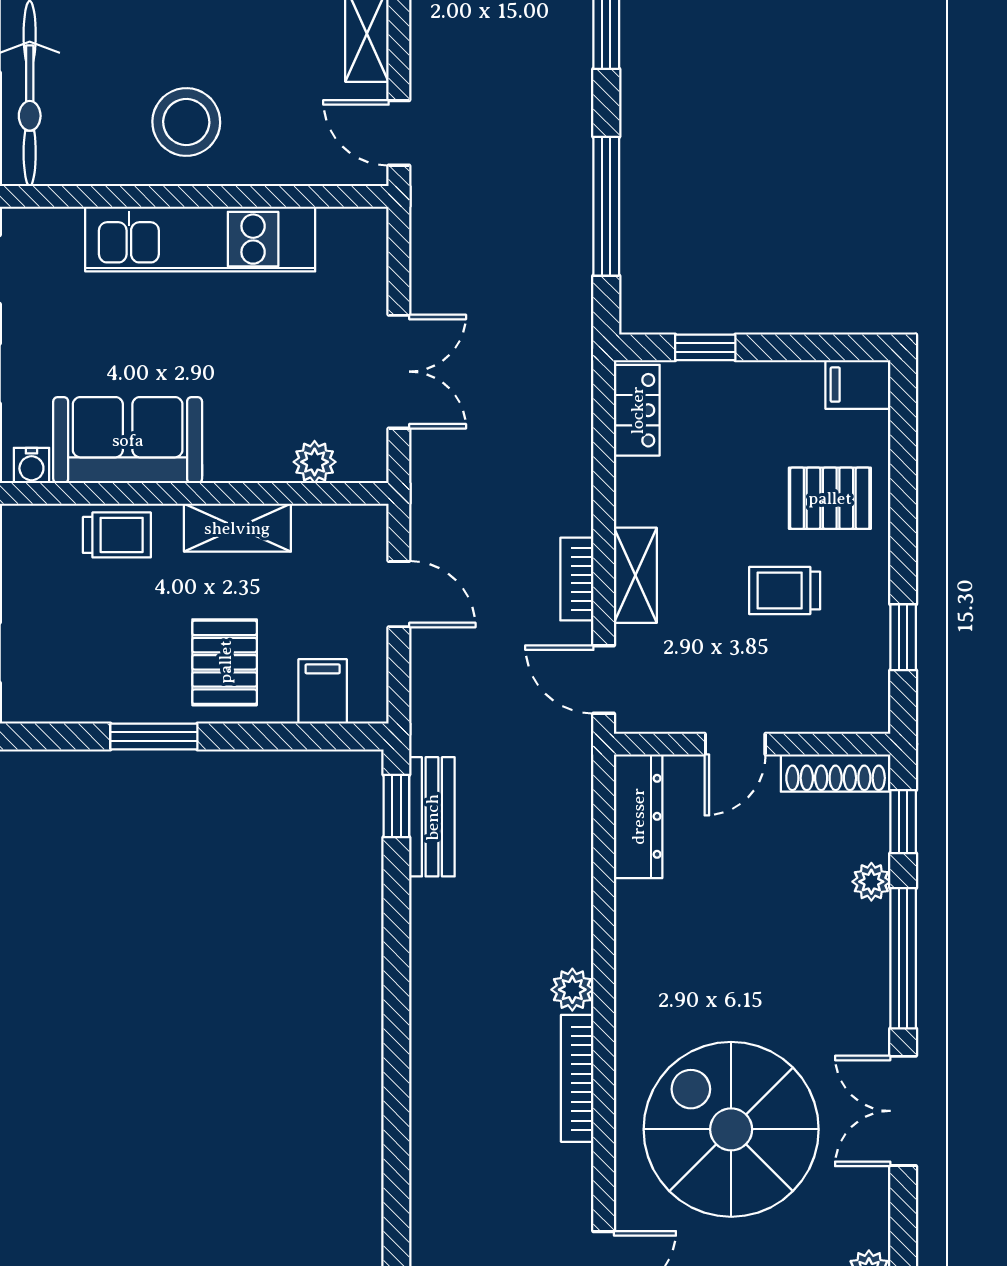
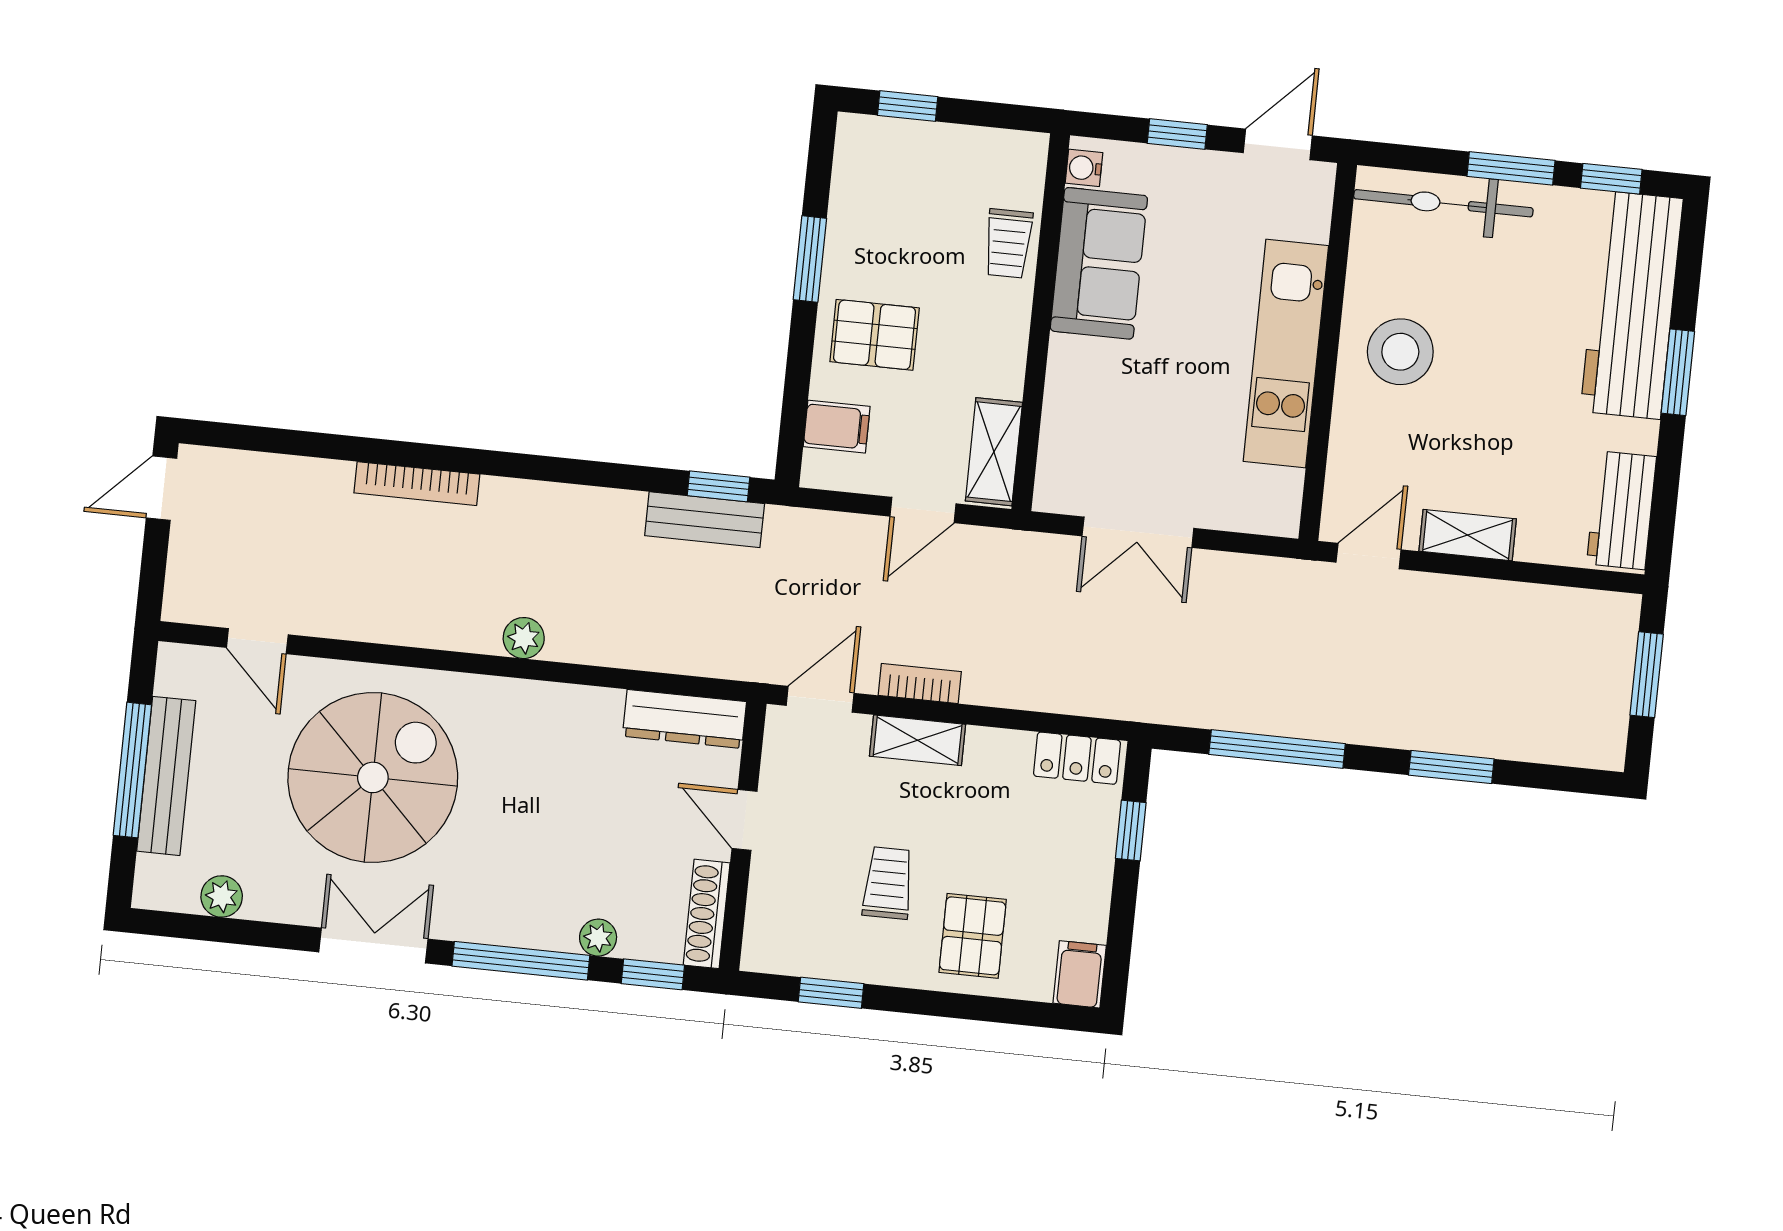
plant: (315, 462) -> (1059, 442), removed
shelving: (237, 528) -> (994, 452), moved
bookcase: (577, 1078) -> (417, 484), moved, turned 180

